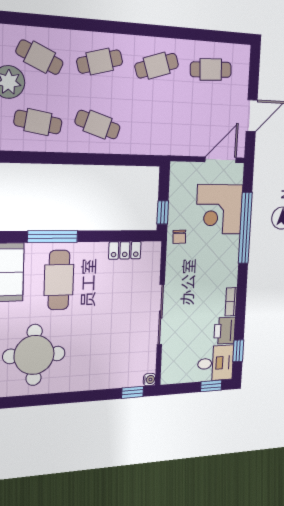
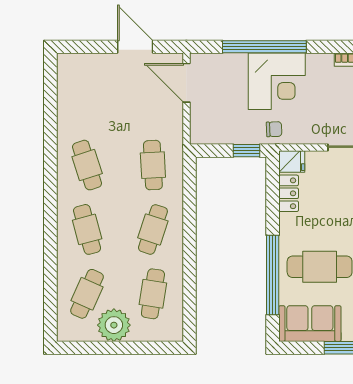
cafe table: (211, 70) -> (153, 165), moved
corner desk: (219, 209) -> (277, 81), moved
window: (53, 237) -> (273, 275), width x1.46
fridge: (152, 253) -> (292, 161), added

